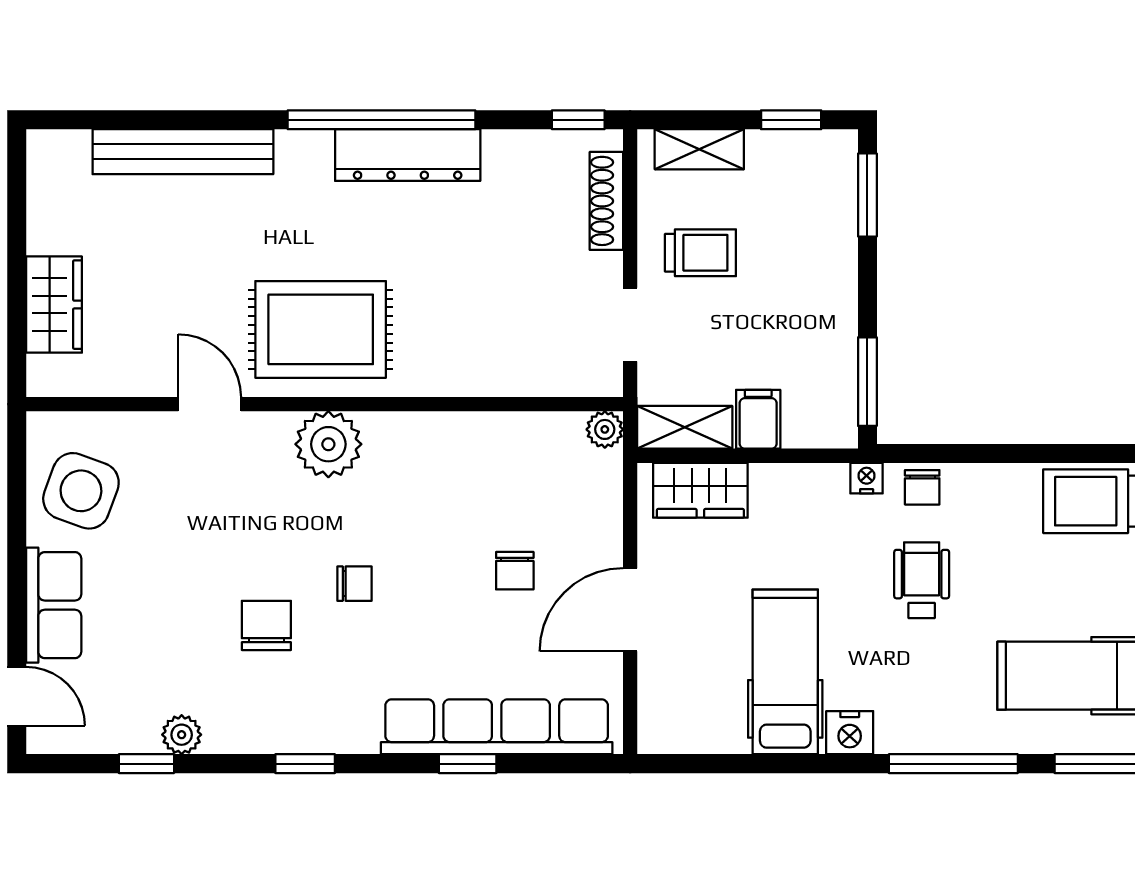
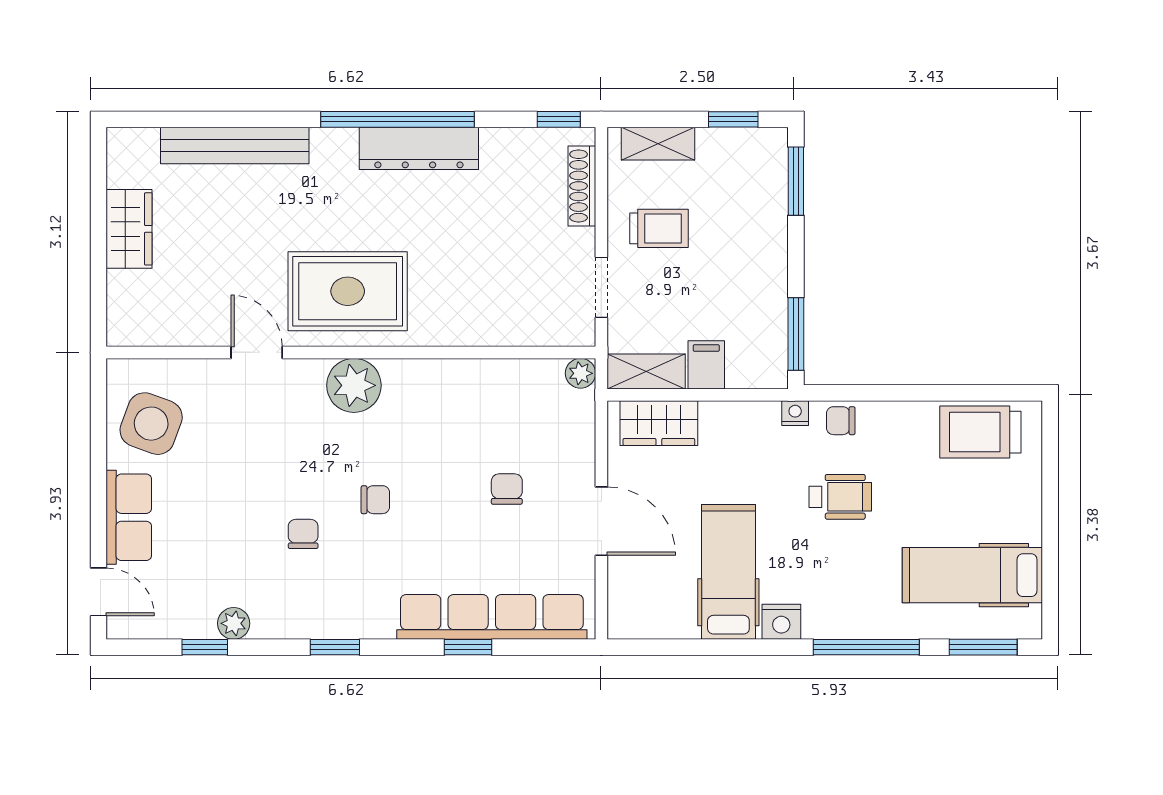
wardrobe: (54, 305) -> (129, 229), moved
chair: (922, 487) -> (841, 421), turned 90
chair: (515, 571) -> (507, 489), turned 180
wheelchair: (922, 580) -> (840, 497), turned 90
door: (630, 610) -> (601, 521), swing flipped
chair: (266, 625) -> (303, 534), width x0.73, depth x0.73

